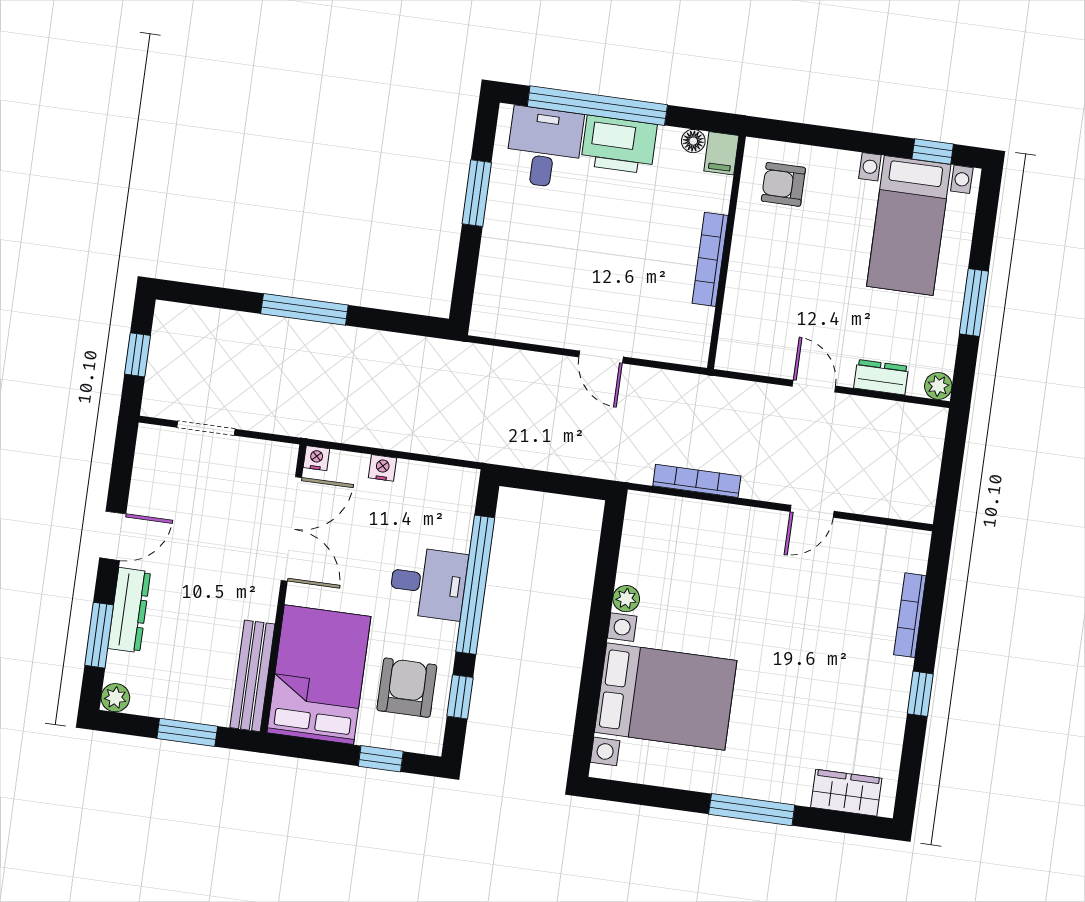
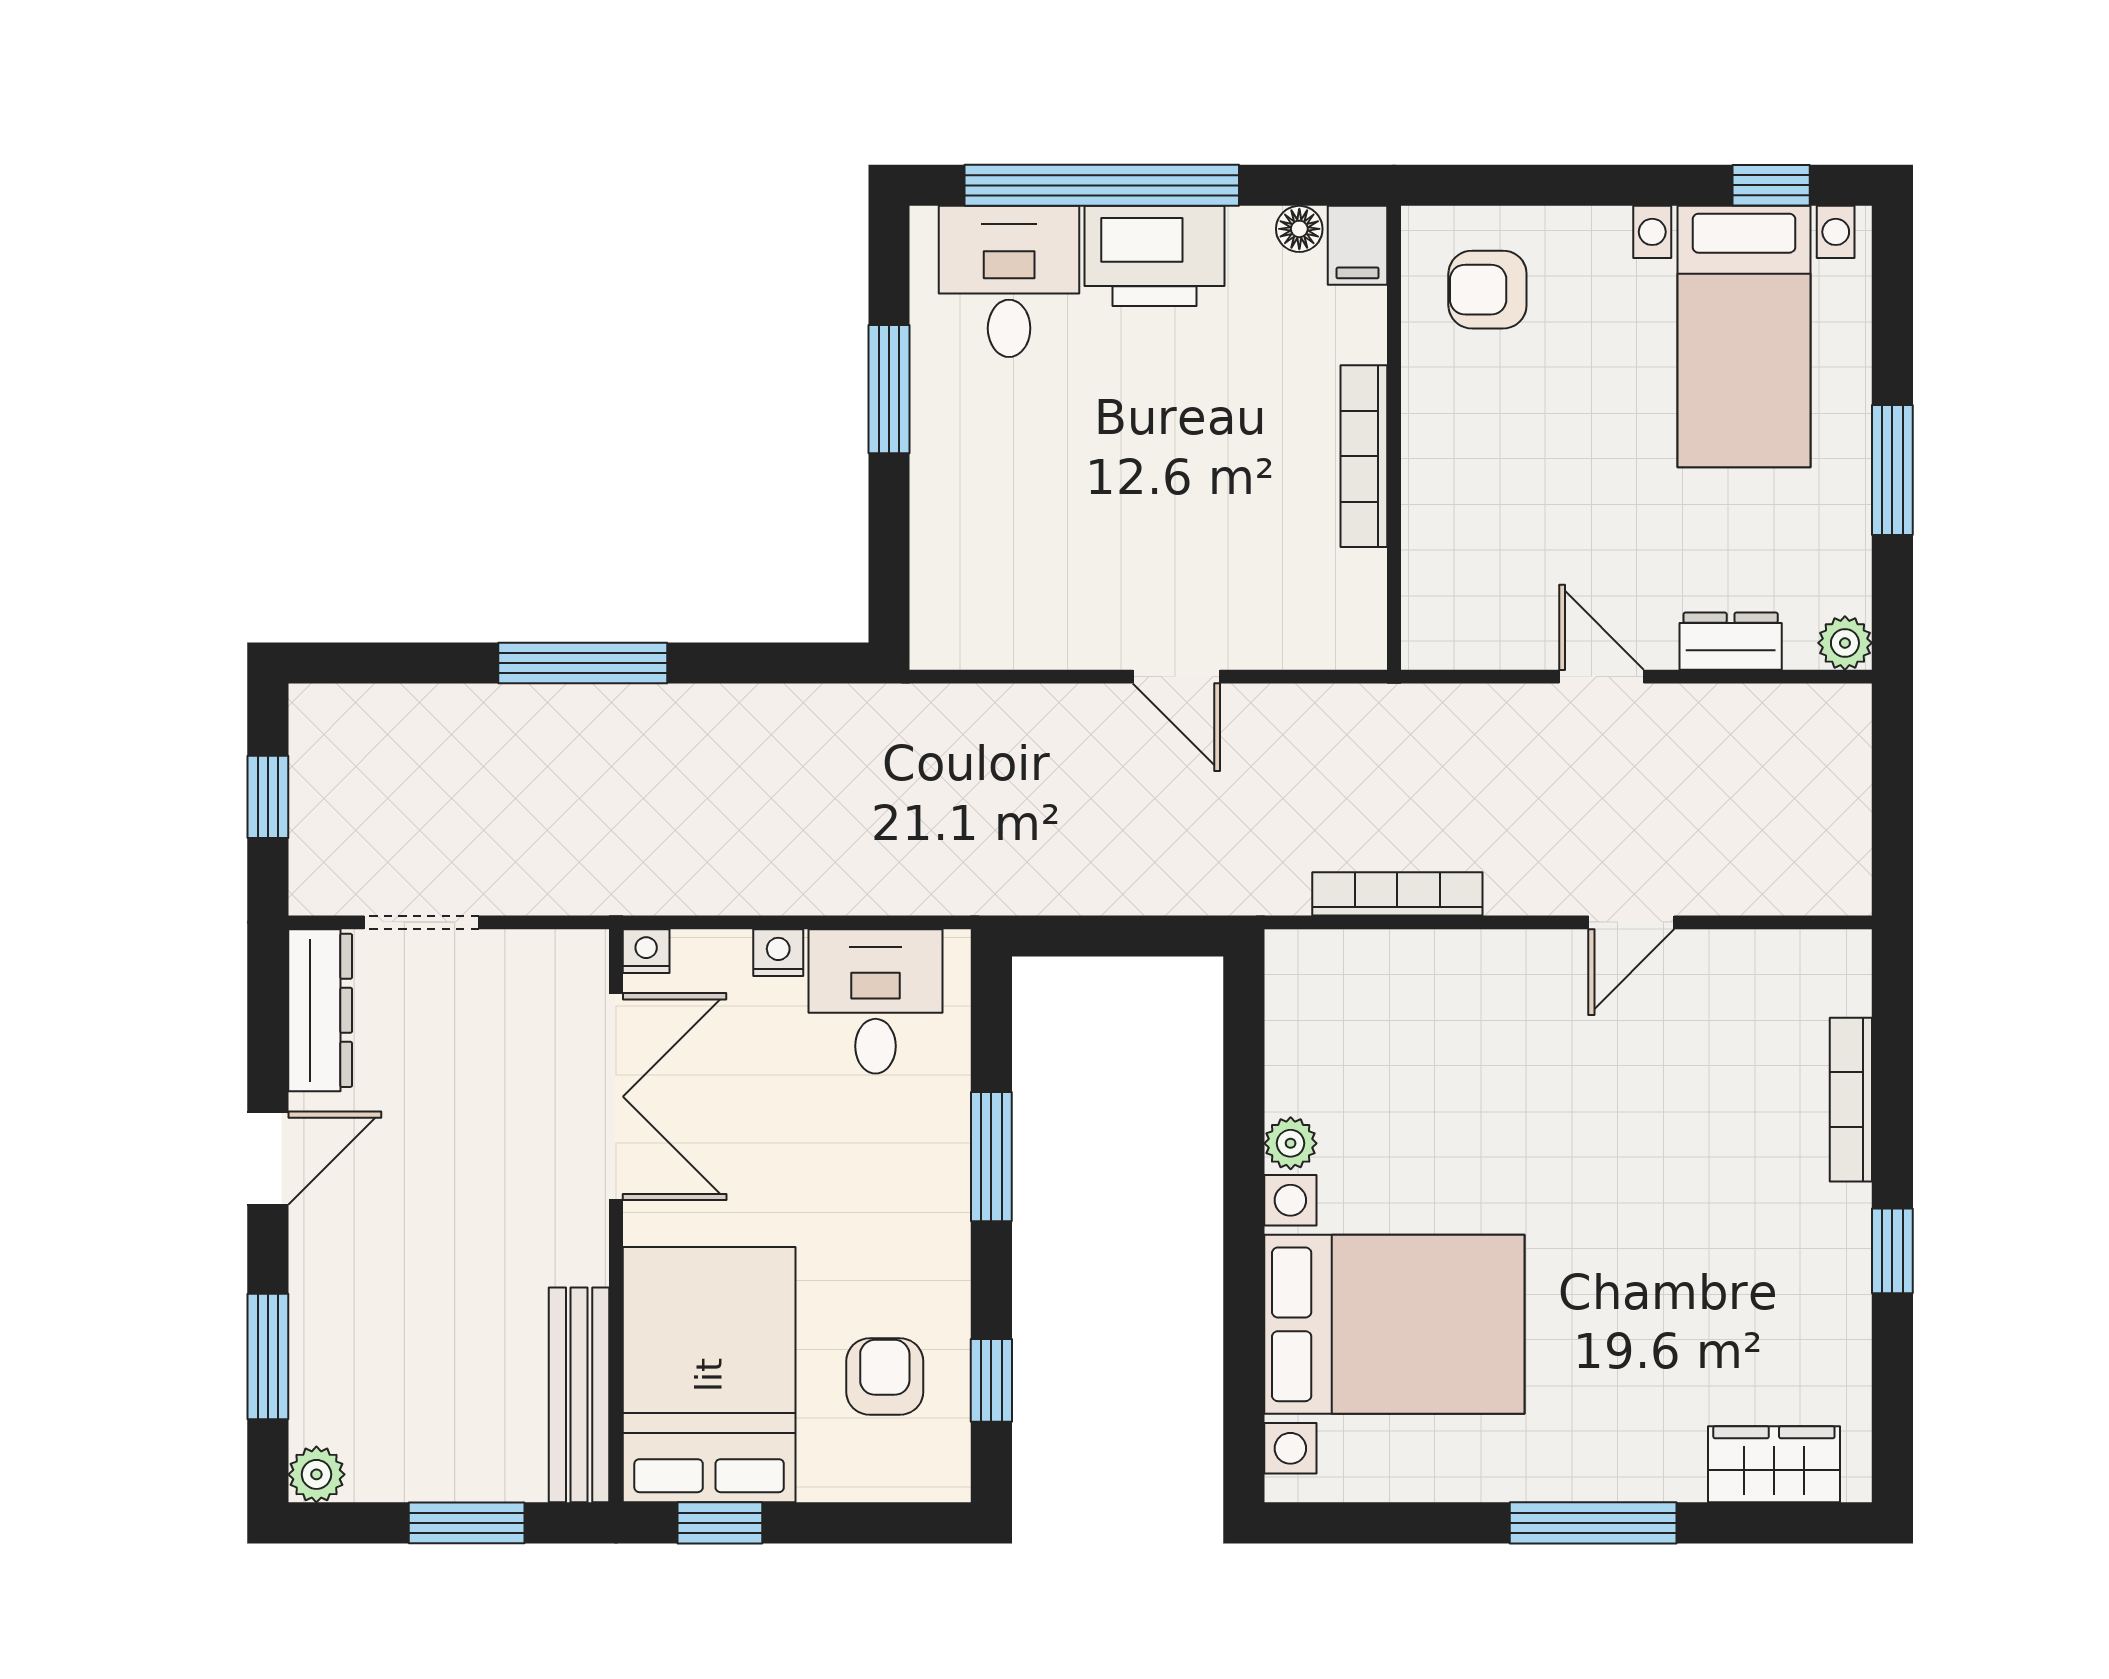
desk: (428, 583) -> (875, 1001), moved, turned -90
window: (475, 585) -> (991, 1157), width x0.47
dresser: (129, 610) -> (320, 1010), moved
armchair: (407, 688) -> (885, 1377), width x0.72, depth x0.72
window: (381, 759) -> (720, 1523), moved

